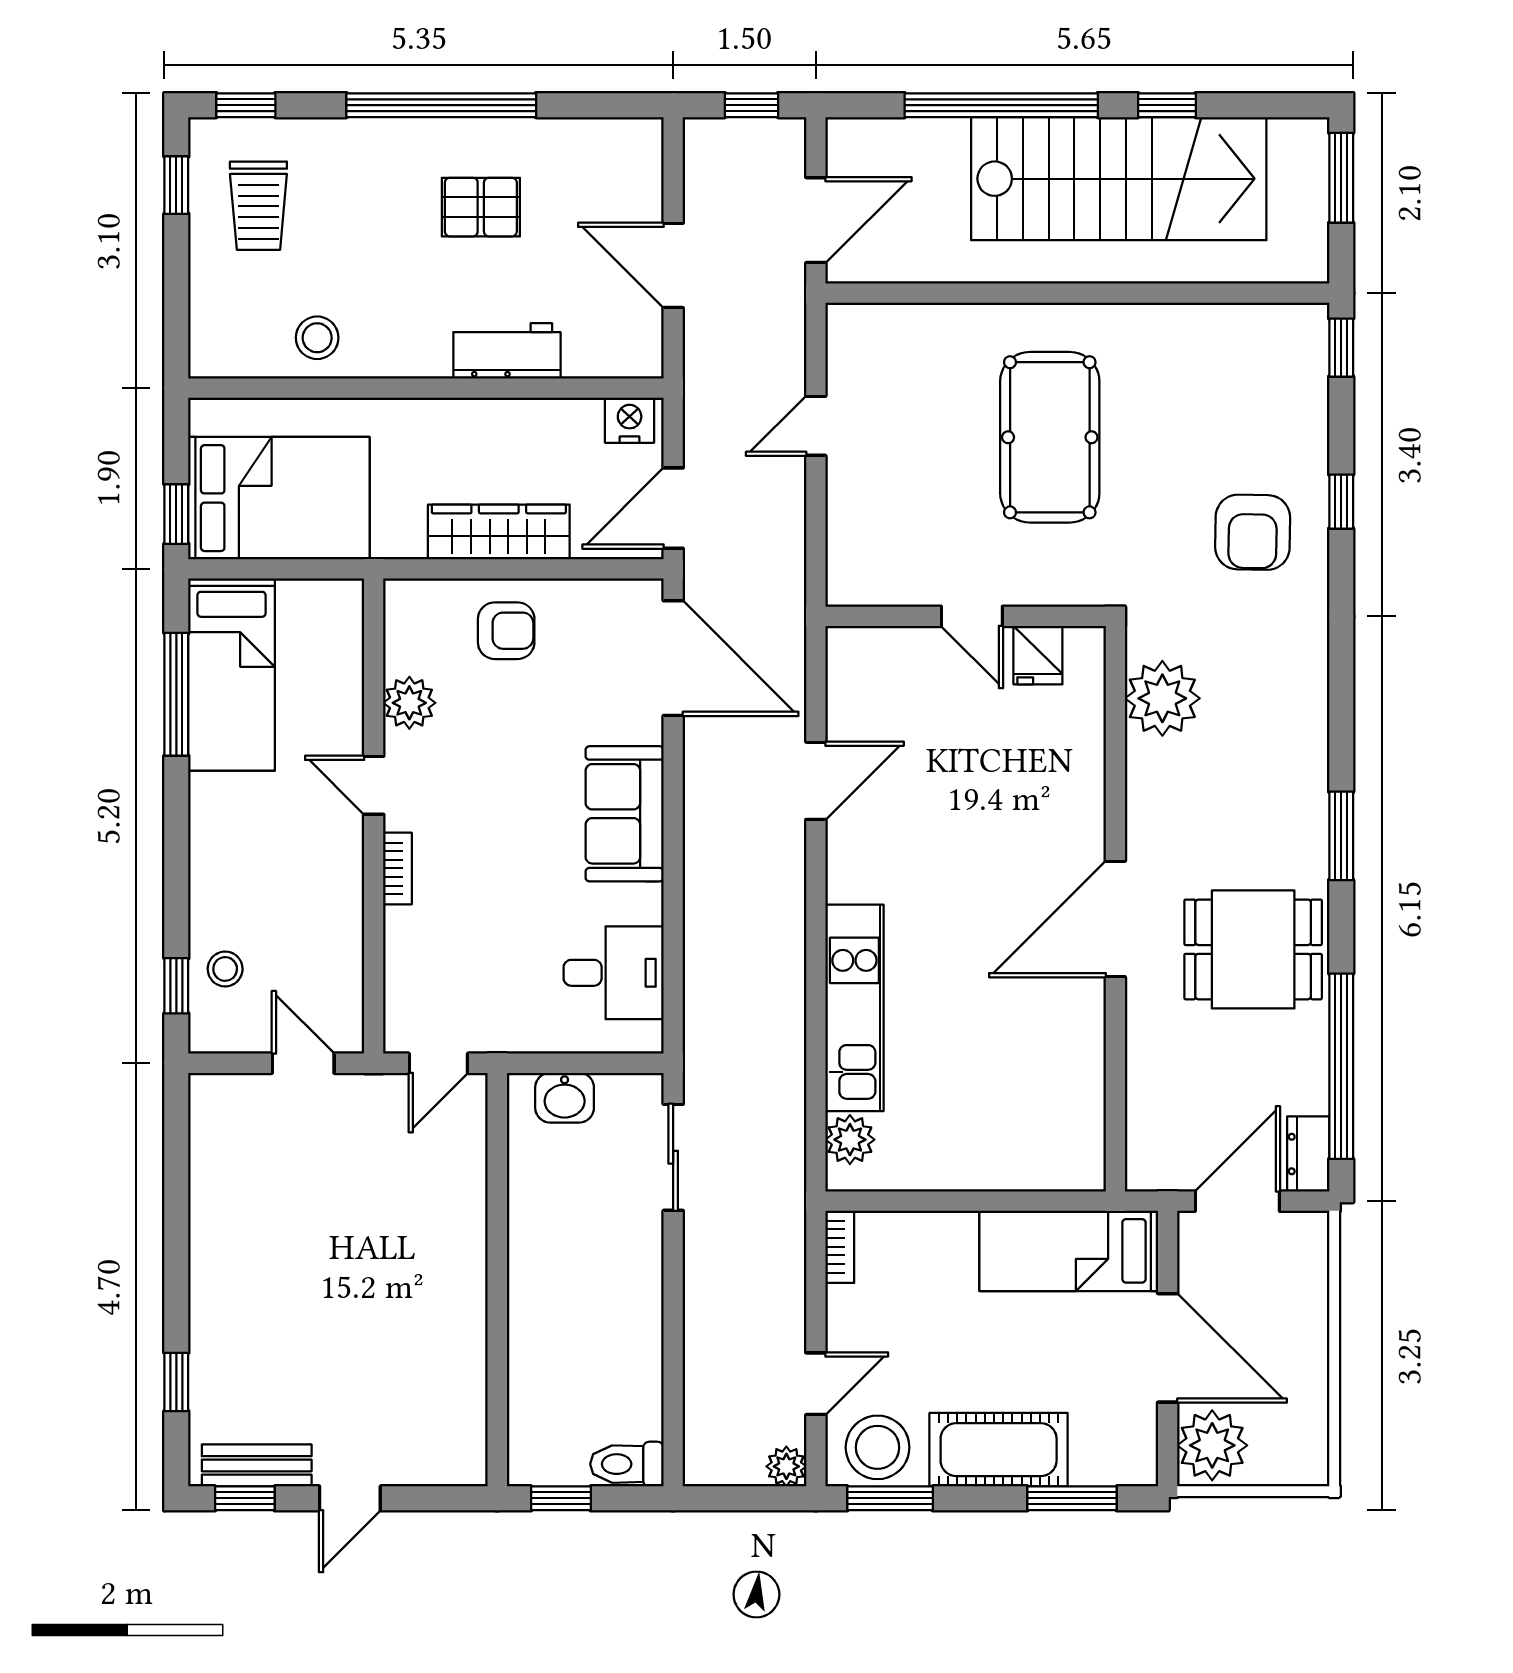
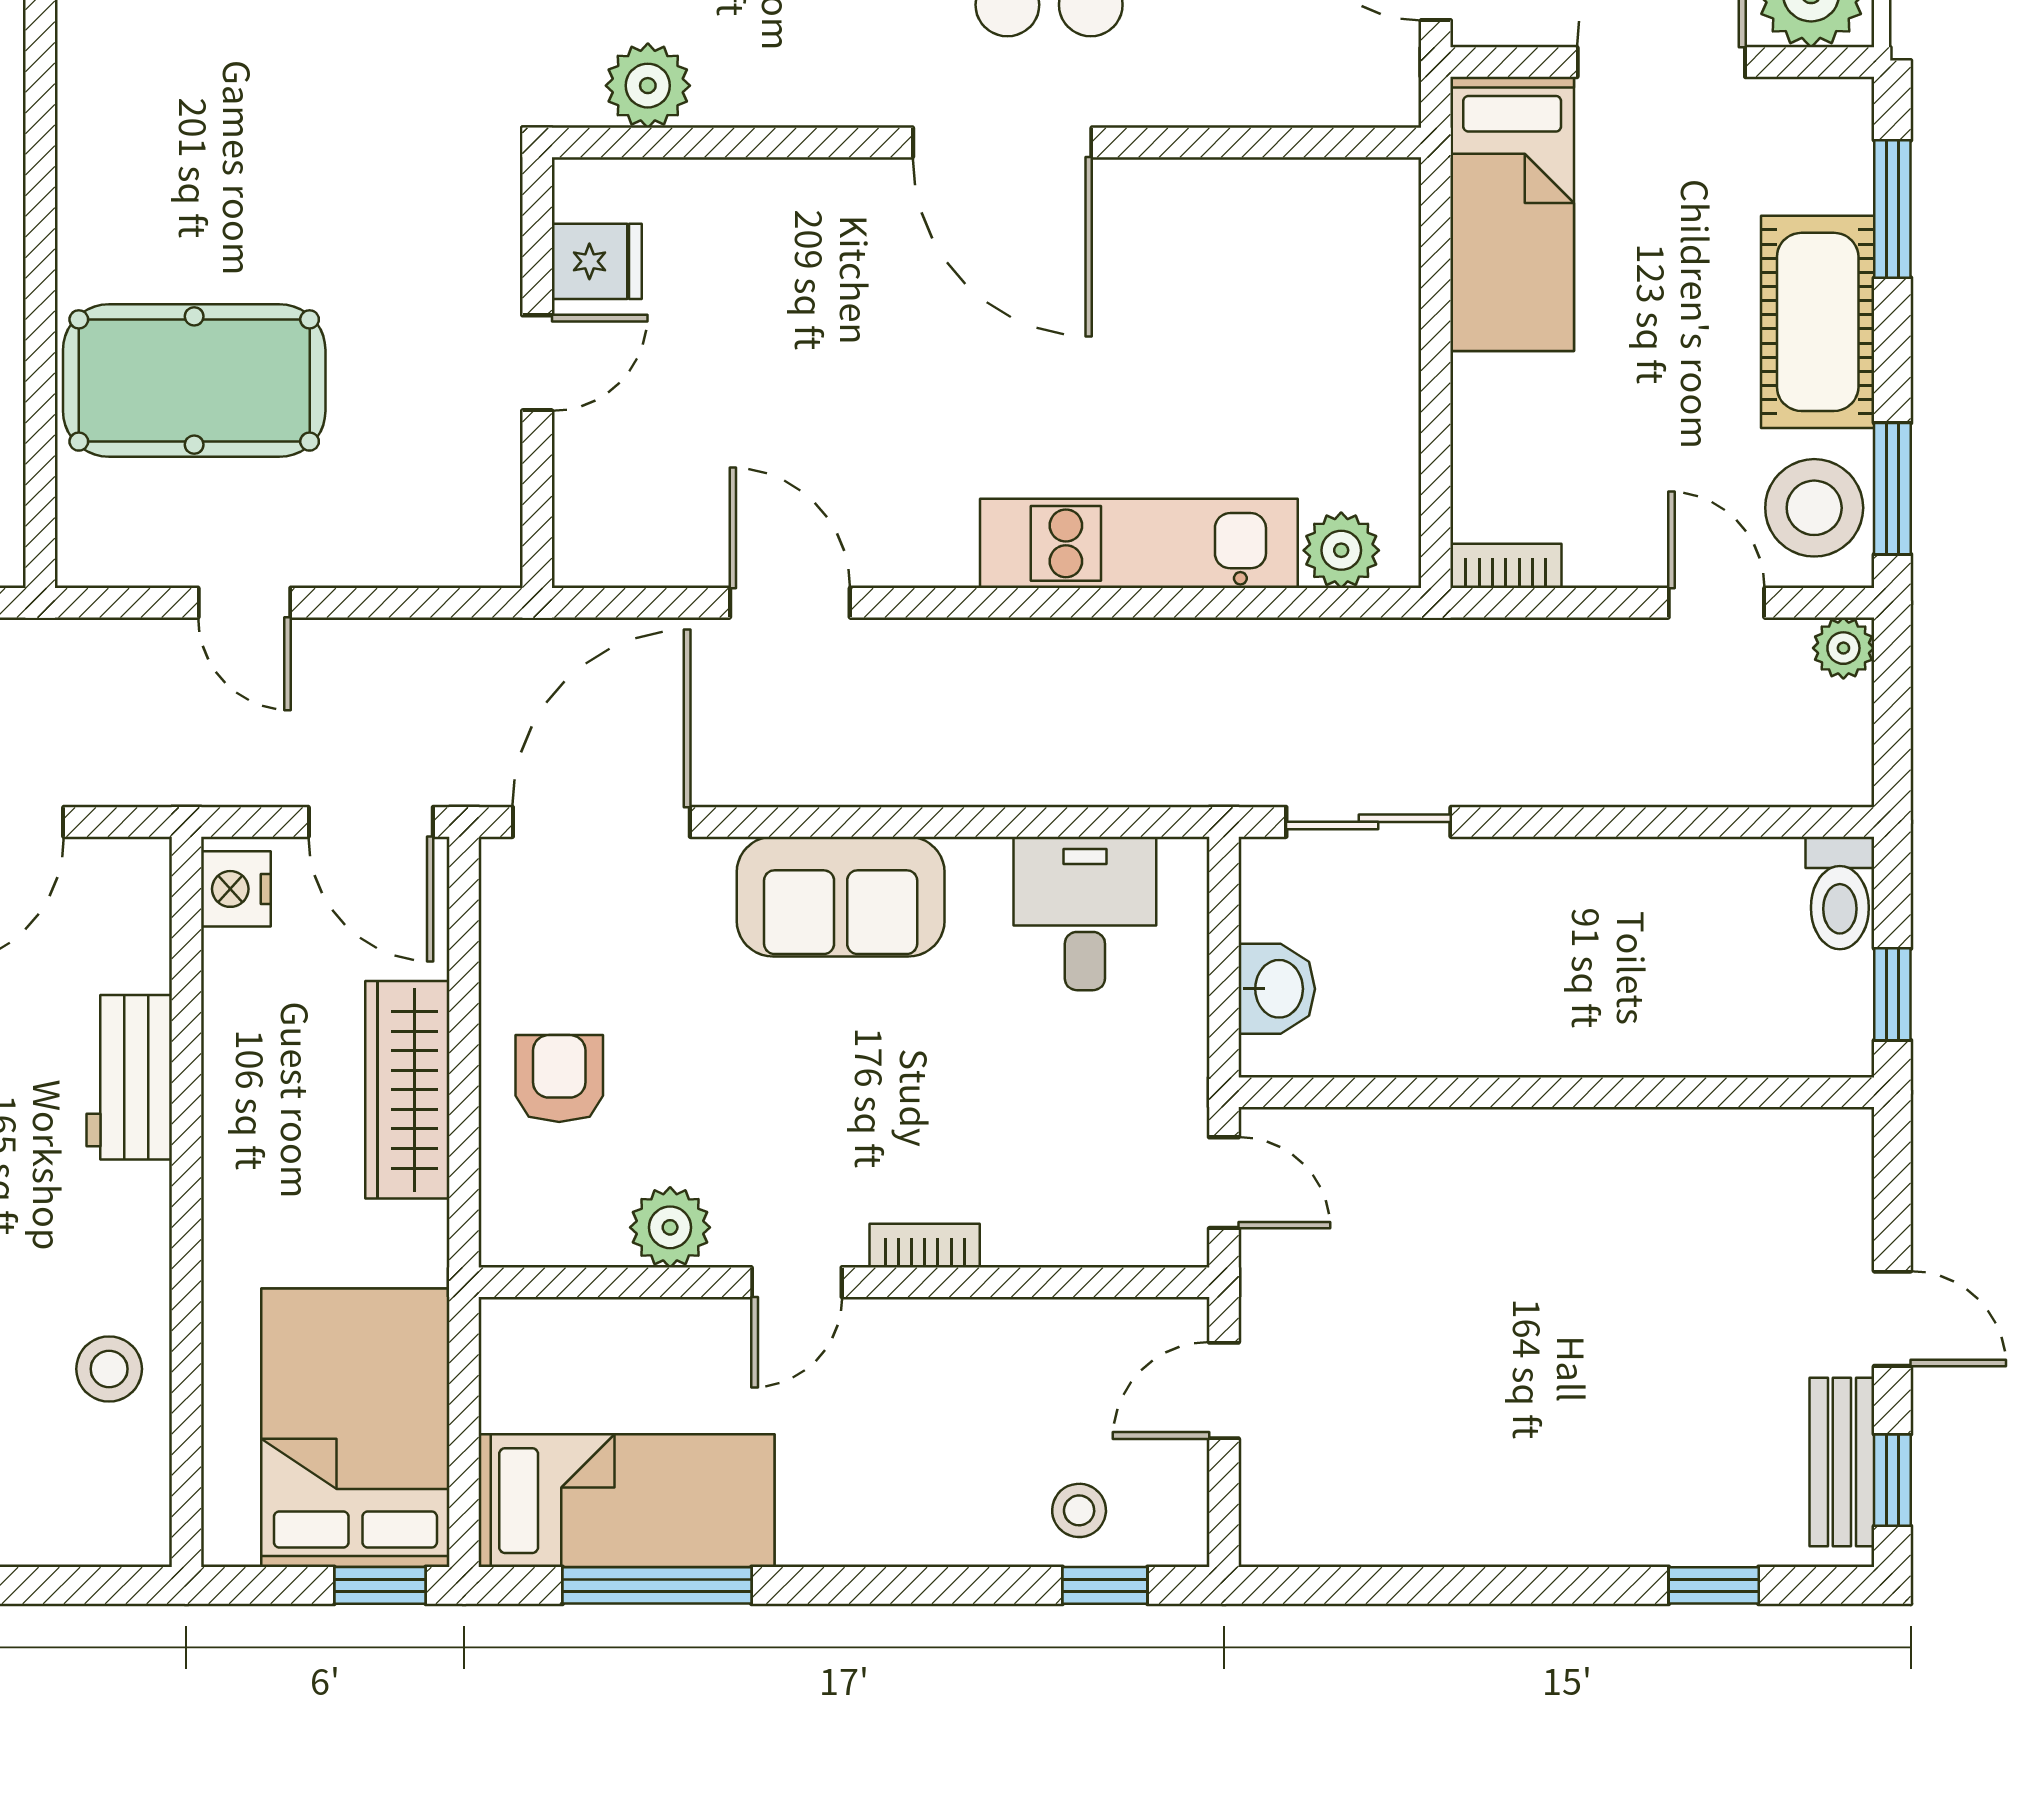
pool table: (1050, 437) -> (194, 380), moved
plant: (1162, 698) -> (648, 86), width x0.73, depth x0.73

